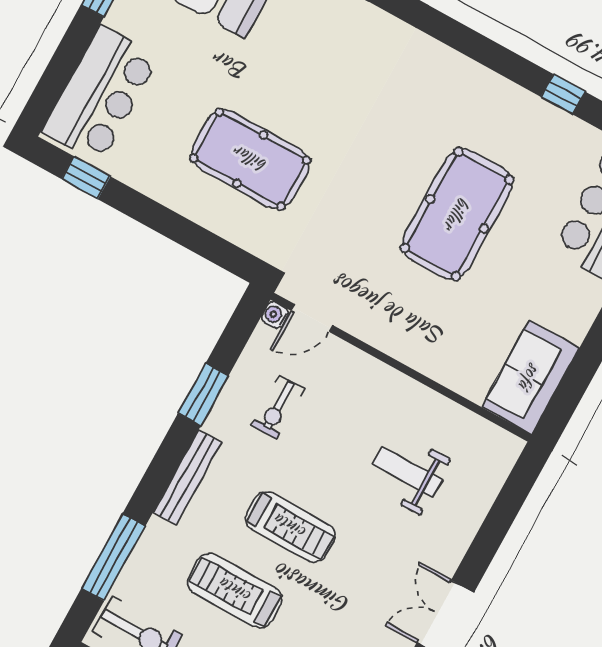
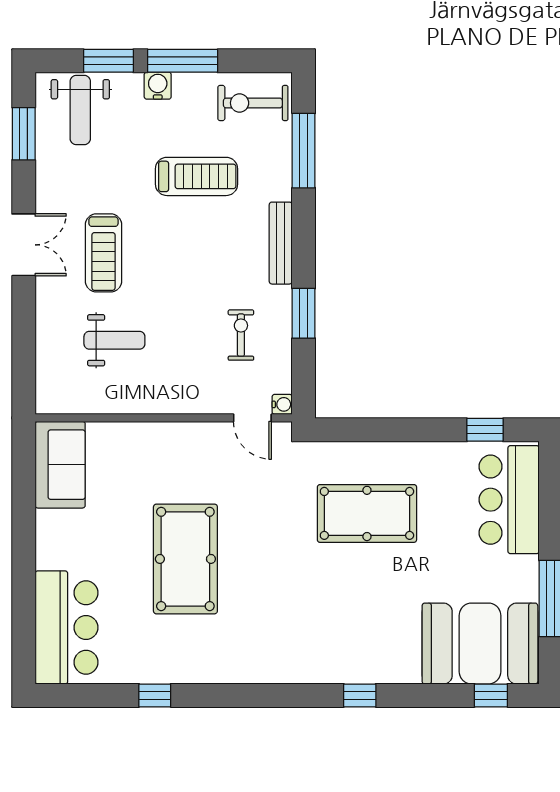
door: (312, 318) -> (252, 418), swing flipped
treadmill: (290, 527) -> (103, 253), moved, turned -90

